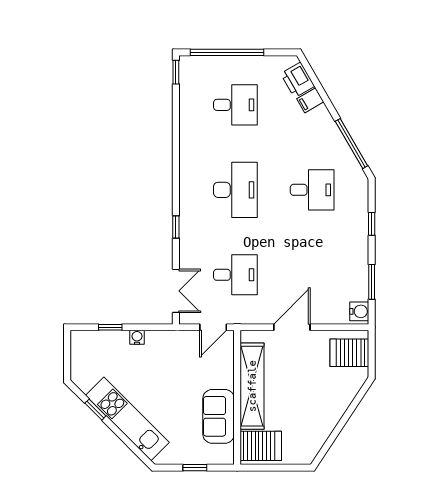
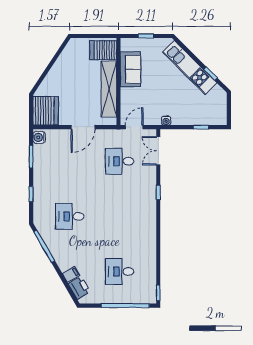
desk: (235, 190) -> (120, 216), removed
water cooler: (137, 337) -> (166, 121), moved
server rack: (349, 353) -> (46, 111), width x1.60

